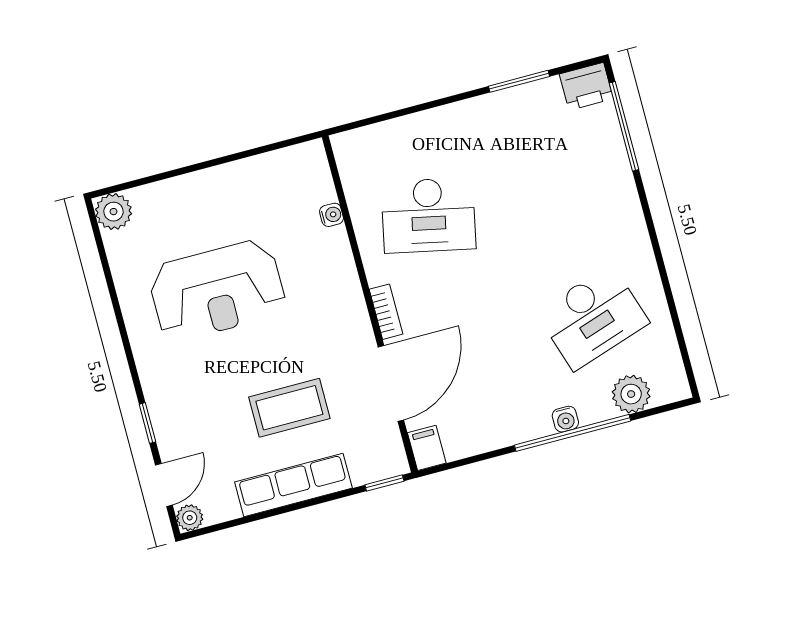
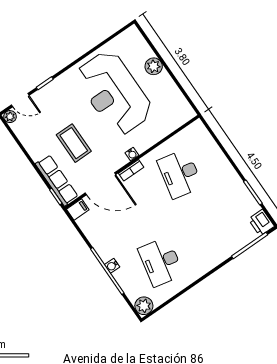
plant: (113, 212) -> (154, 66), moved
water cooler: (332, 215) -> (132, 154), moved
reception desk: (217, 290) -> (114, 93), width x1.36, depth x1.30
desk: (593, 318) -> (161, 262), turned 30
plant: (631, 394) -> (144, 306), moved
row of seats: (293, 485) -> (57, 180), moved

